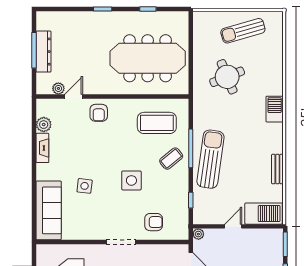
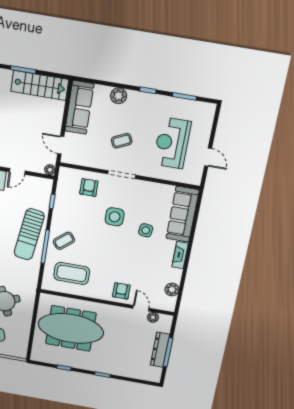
door: (74, 97) -> (141, 308), swing flipped
fireplace: (42, 148) -> (180, 255), moved
side table: (131, 180) -> (115, 217), moved
armchair: (154, 222) -> (89, 187), turned 90

